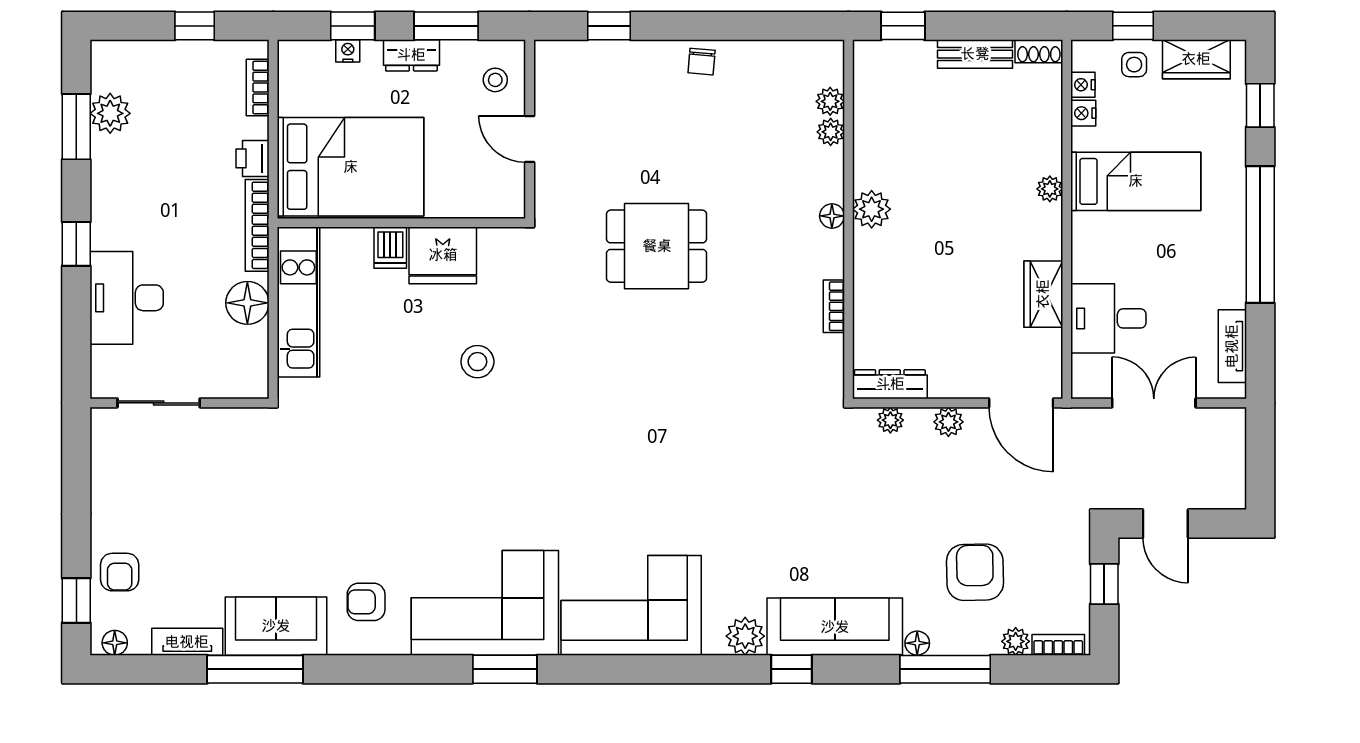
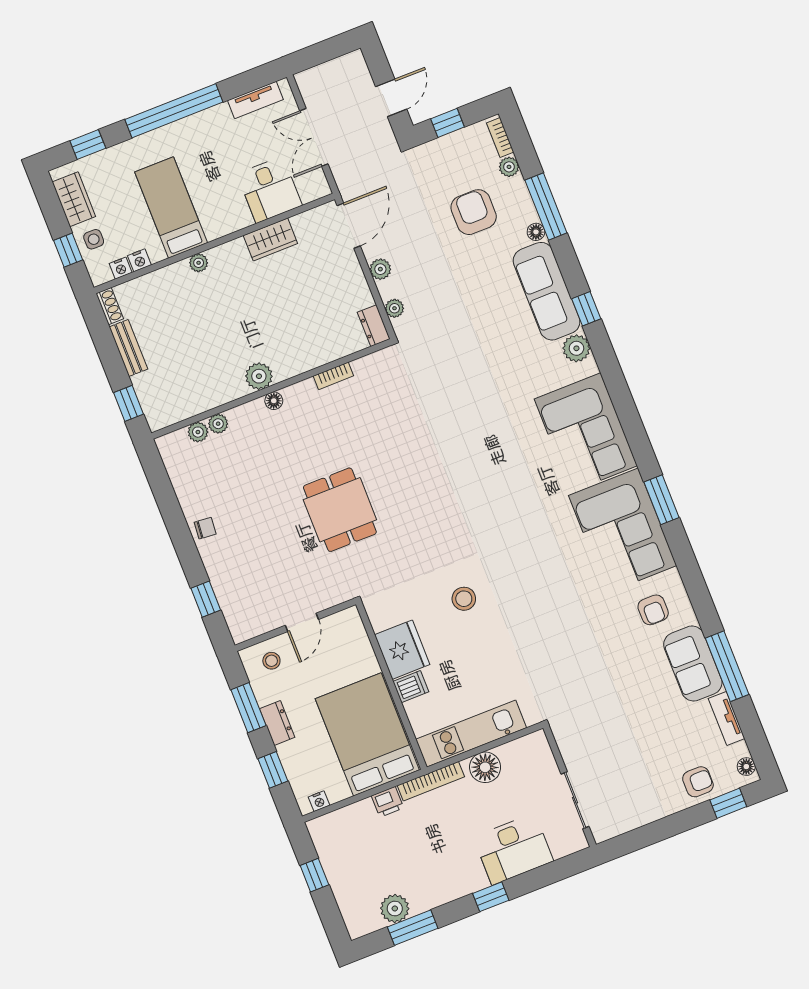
nightstand: (348, 51) -> (319, 801), moved, turned -90
bookcase: (258, 87) -> (339, 817), removed
dresser: (890, 384) -> (374, 326), width x0.70
armchair: (975, 572) -> (474, 212), turned 91

